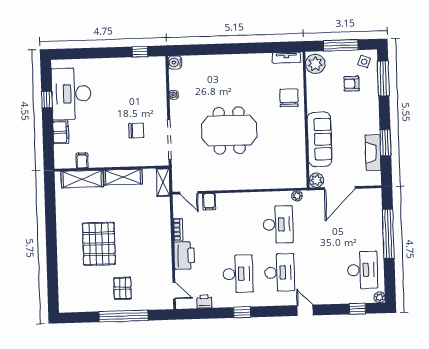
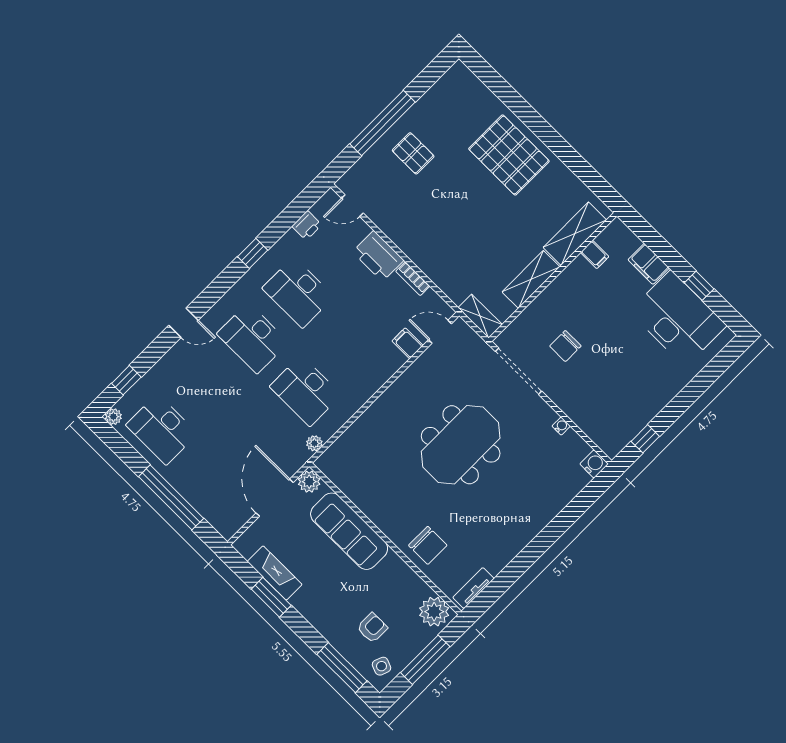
pallet: (99, 244) -> (509, 155), moved

